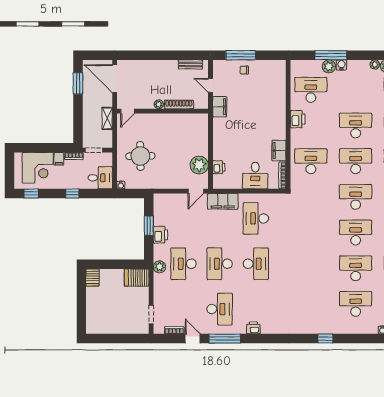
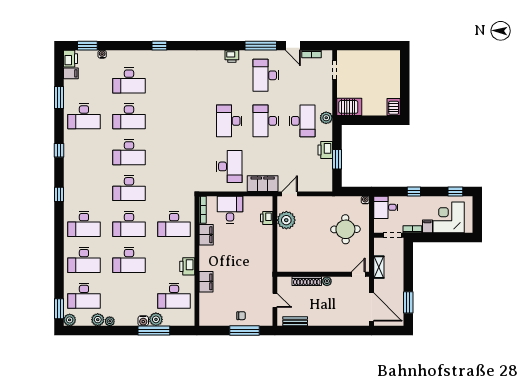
filing cabinet: (220, 107) -> (206, 282), moved, turned 180
desk: (220, 264) -> (266, 121), turned 180

